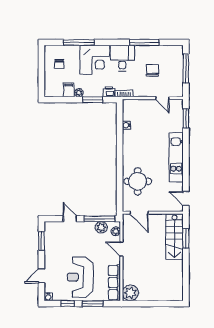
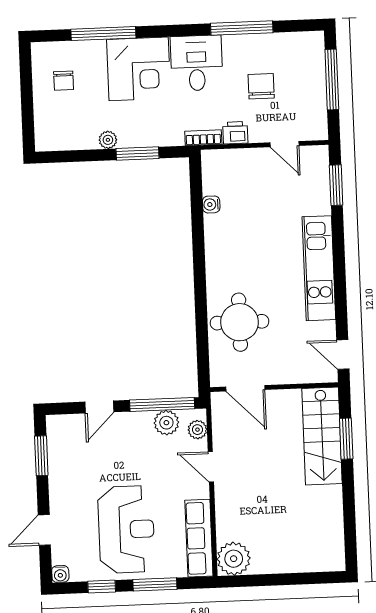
filing cabinet: (69, 90) -> (86, 135), removed
printer: (109, 92) -> (235, 133), moved
door: (70, 219) -> (99, 407), swing flipped
reception desk: (80, 277) -> (126, 529), turned 180

